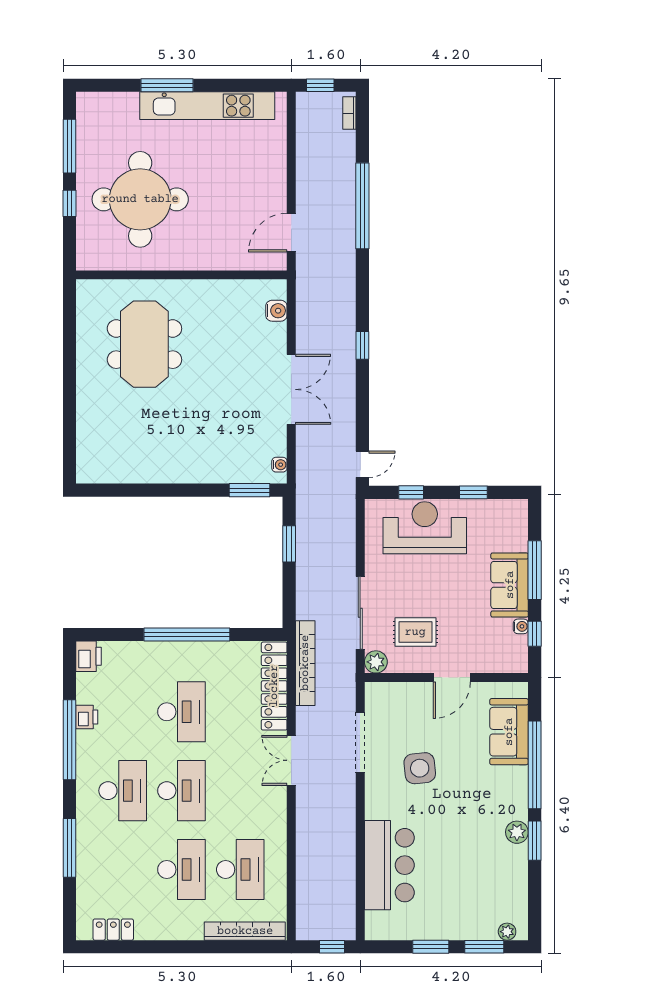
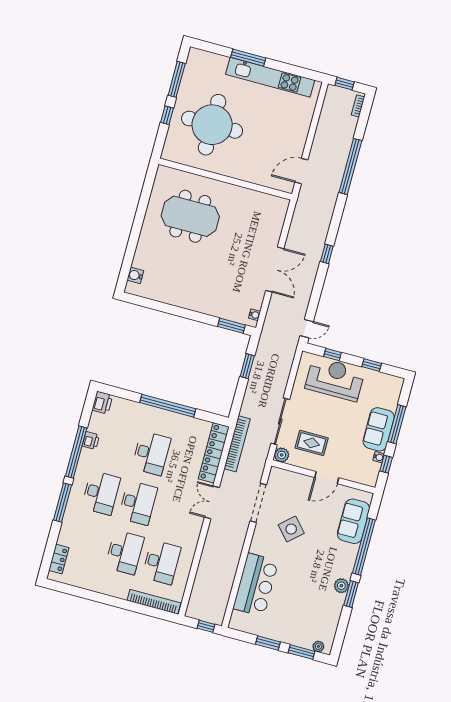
water cooler: (276, 311) -> (135, 275), moved, turned 180
meeting table: (144, 344) -> (190, 216), turned 90
side table: (420, 768) -> (291, 529), turned -36
window: (69, 848) -> (63, 503), moved
locker: (113, 930) -> (59, 559), moved, turned 90

